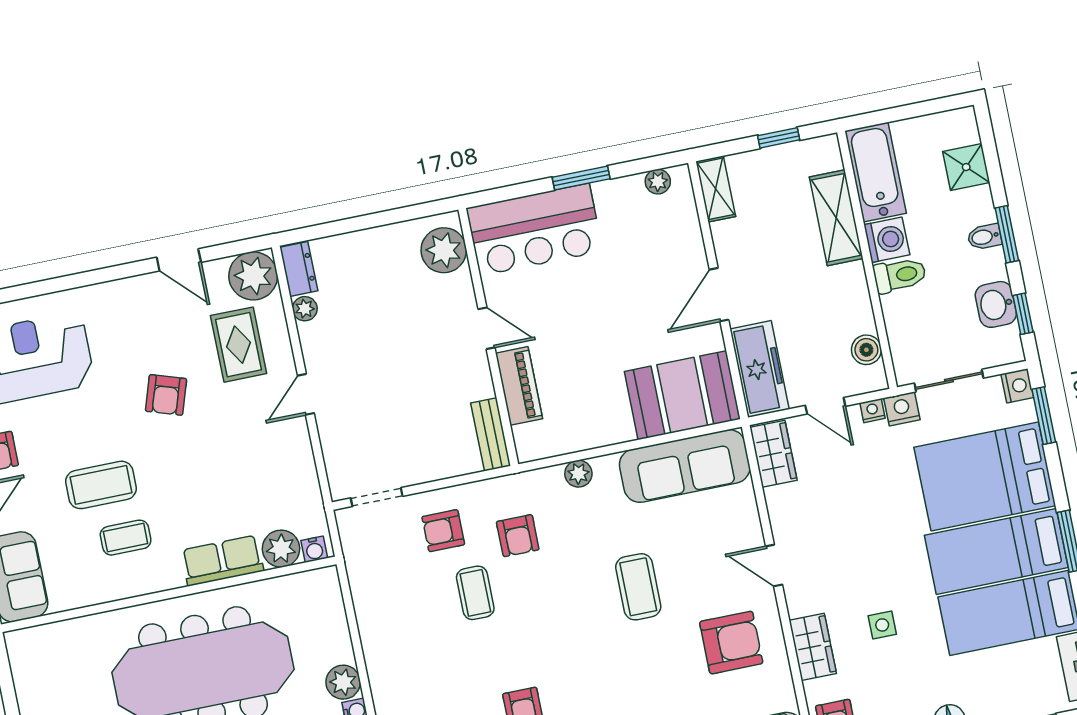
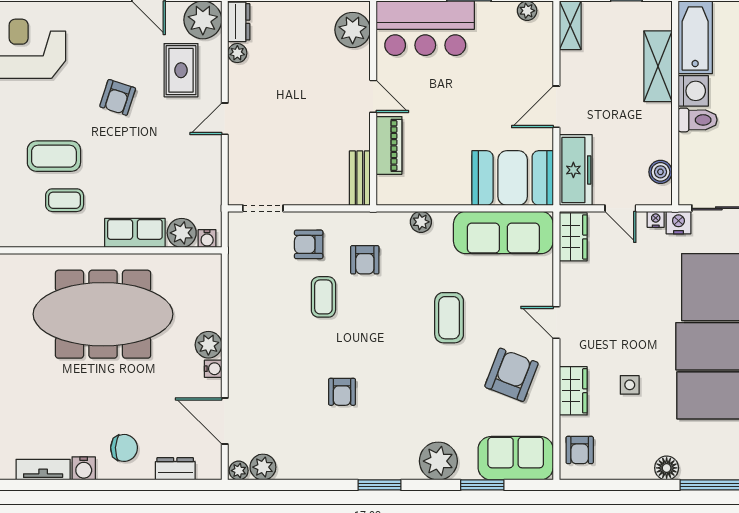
armchair: (731, 643) -> (512, 375), turned -69

